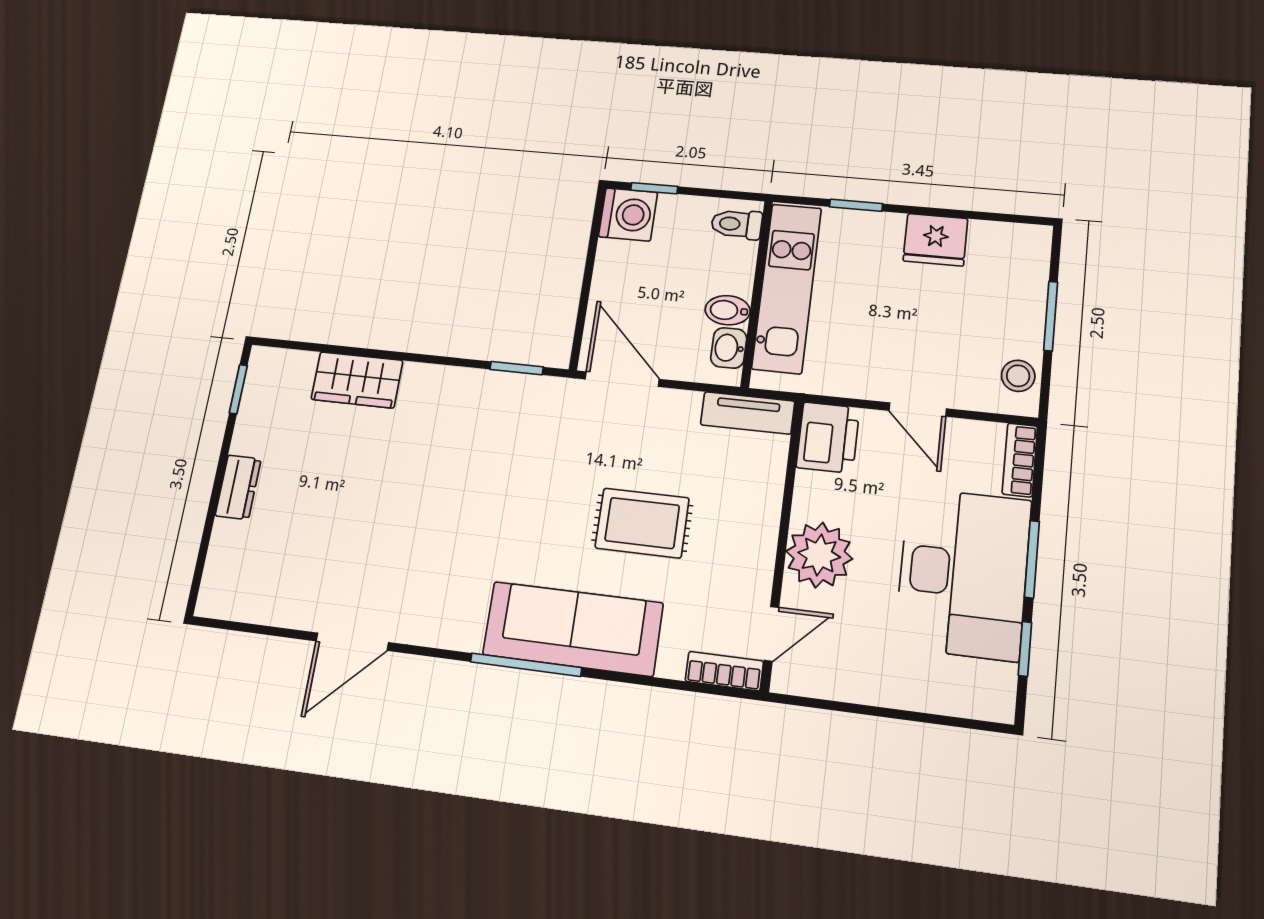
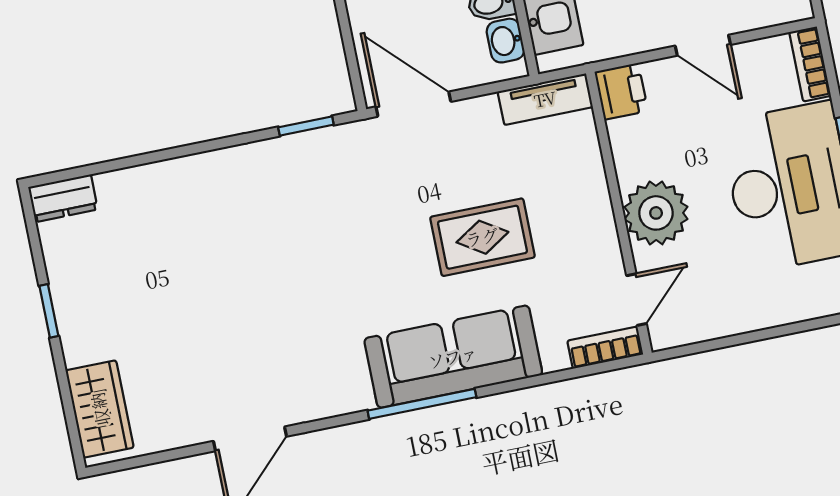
wardrobe: (357, 380) -> (100, 409), moved, turned -90
window: (238, 389) -> (49, 311), moved
printer: (828, 438) -> (621, 91), width x0.73, depth x0.81
dresser: (238, 487) -> (63, 198), moved, turned 90

